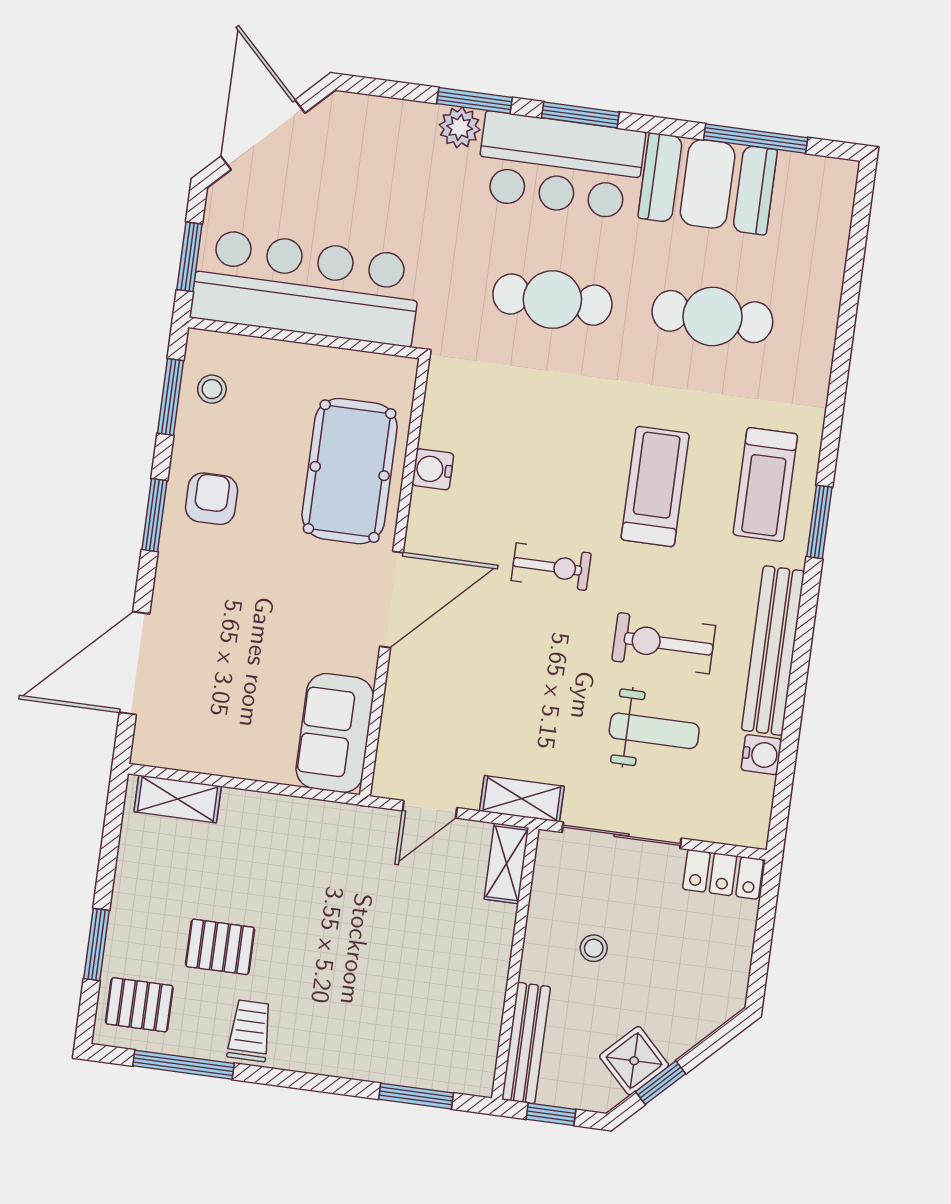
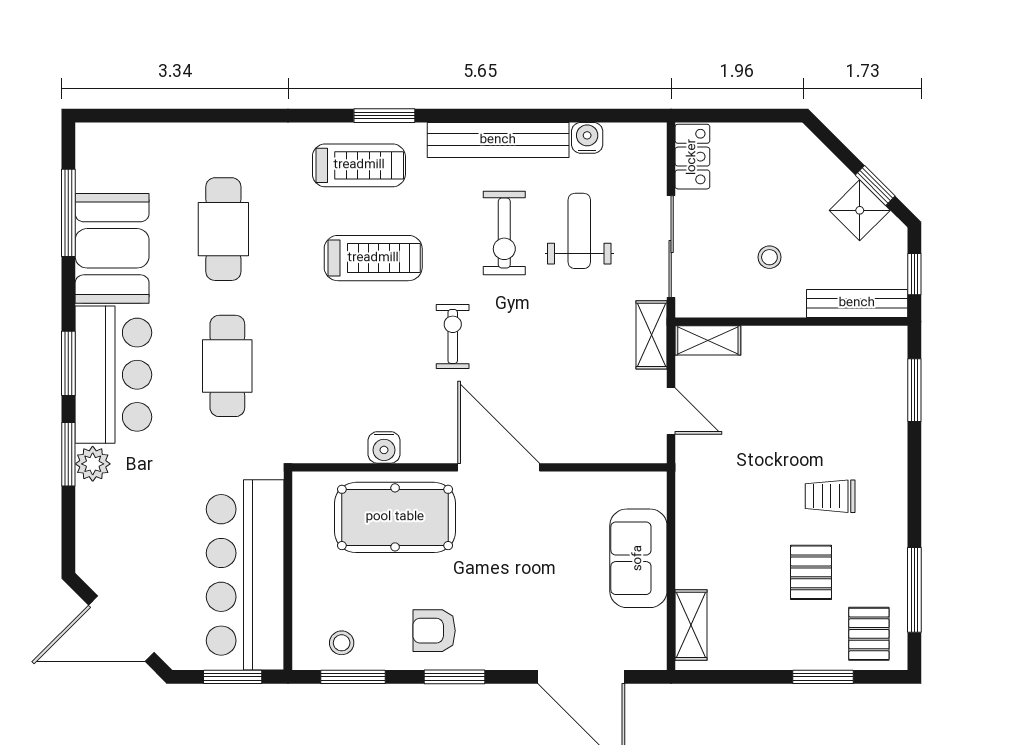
treadmill: (655, 486) -> (373, 258), turned 180
sofa: (335, 733) -> (638, 558), moved, turned 90
trolley: (250, 1031) -> (830, 496), moved

